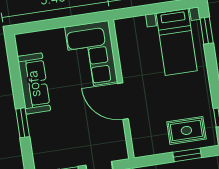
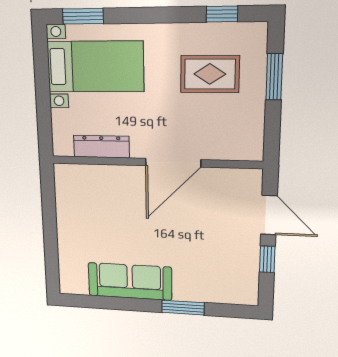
dresser: (125, 52) -> (101, 147), added
corner sofa: (91, 54) -> (99, 196), removed
rug: (186, 130) -> (210, 74), moved, turned 90

